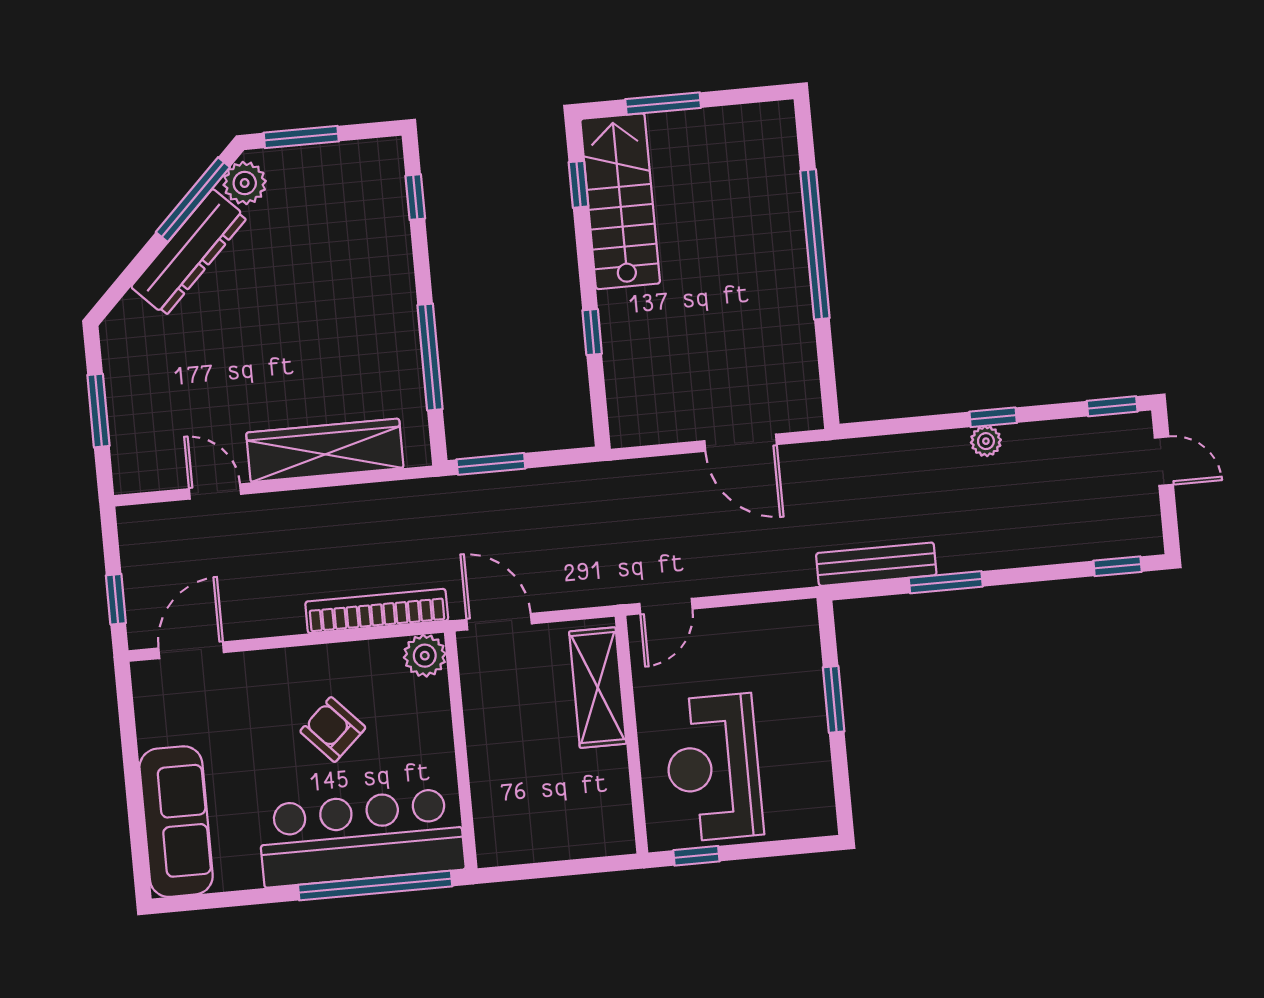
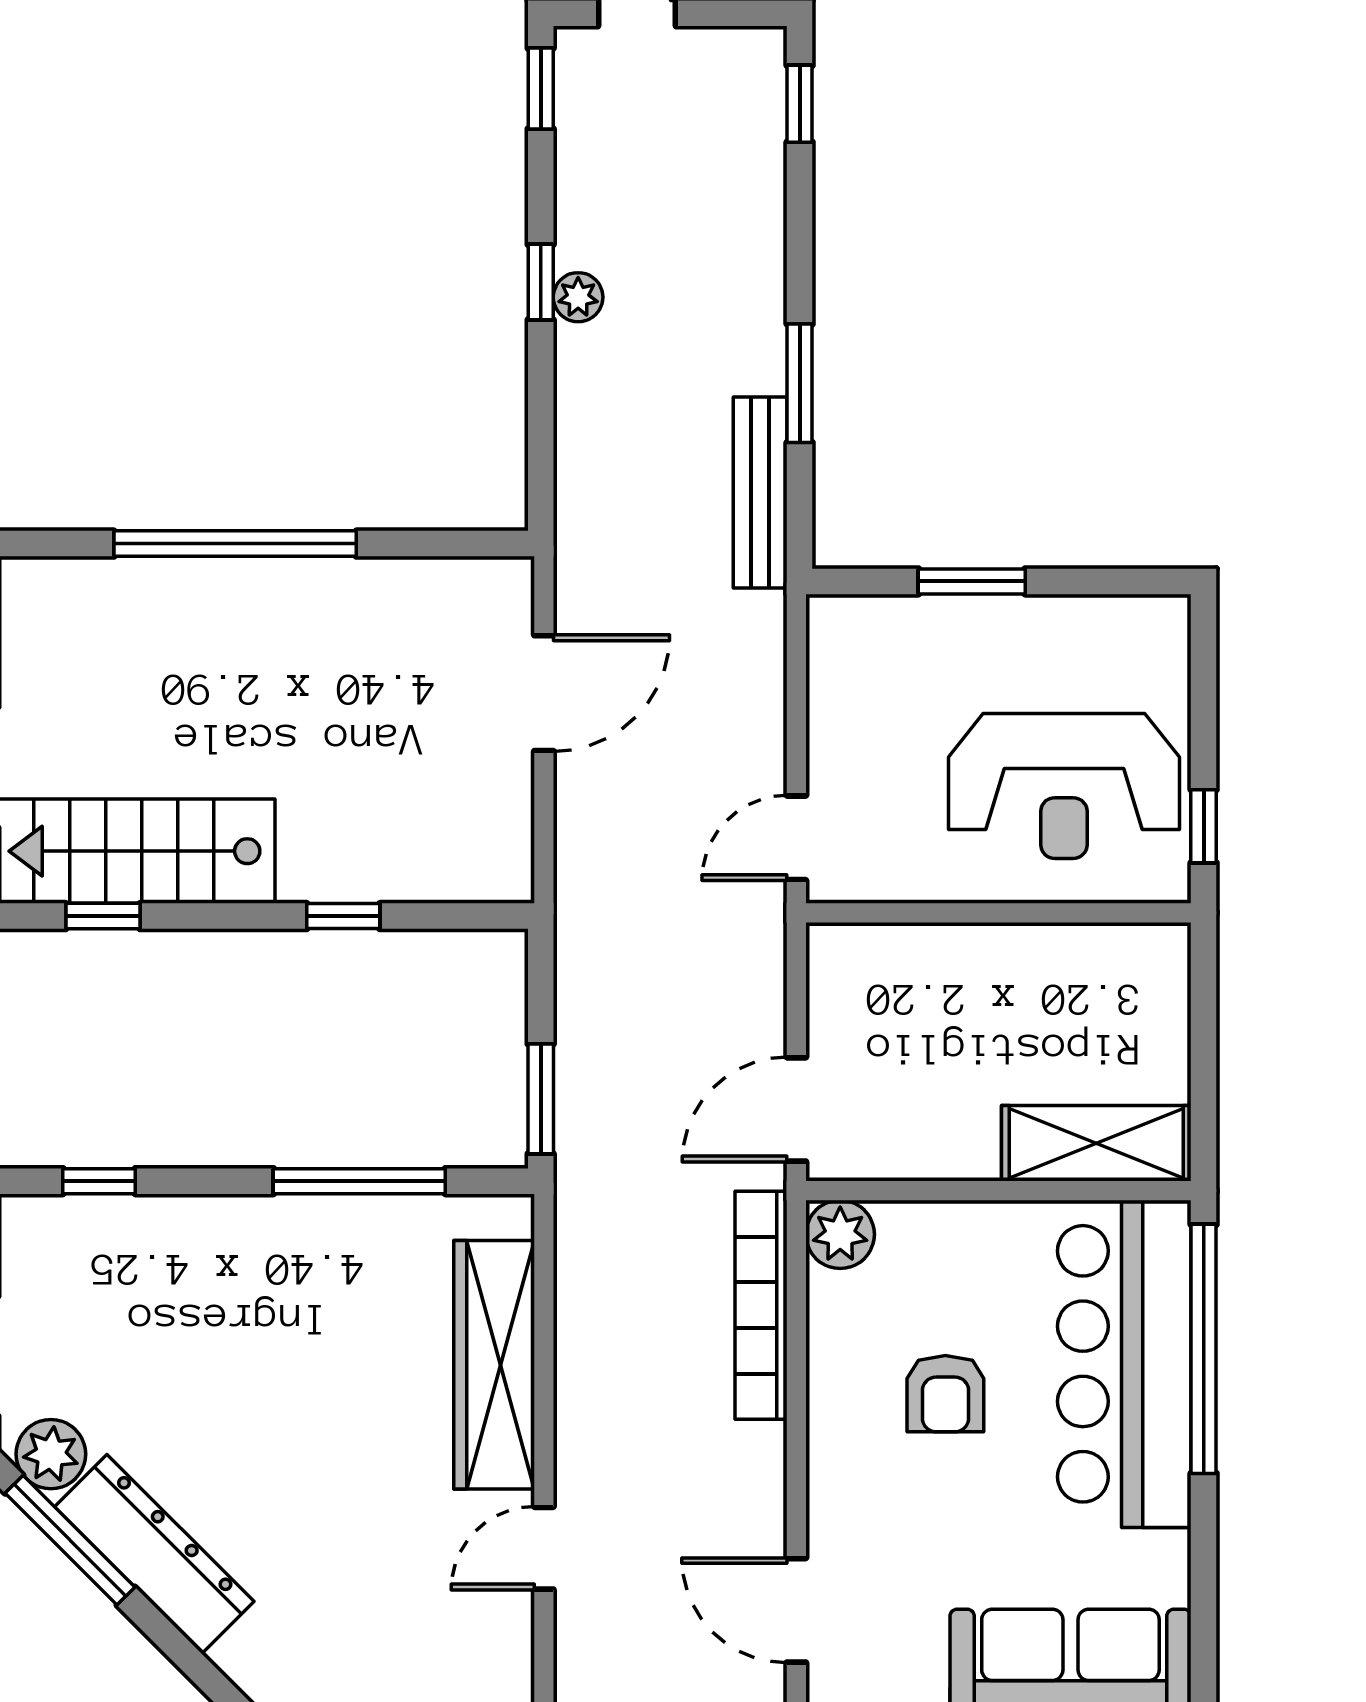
door: (666, 606) -> (796, 838), swing flipped
shelving: (598, 688) -> (1096, 1143), moved
armchair: (333, 730) -> (945, 1394), turned -47

